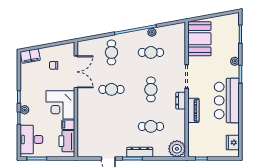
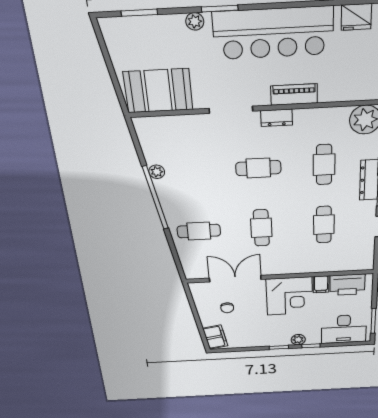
cafe table: (151, 52) -> (324, 225), moved
bar counter: (227, 100) -> (273, 33), width x1.36

